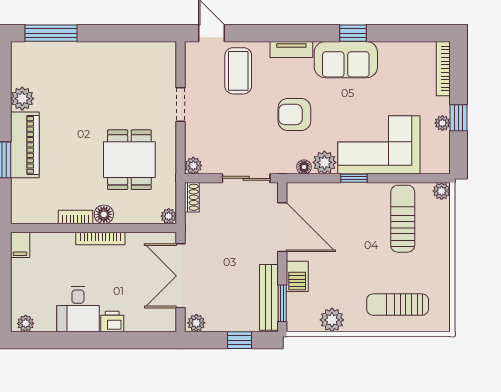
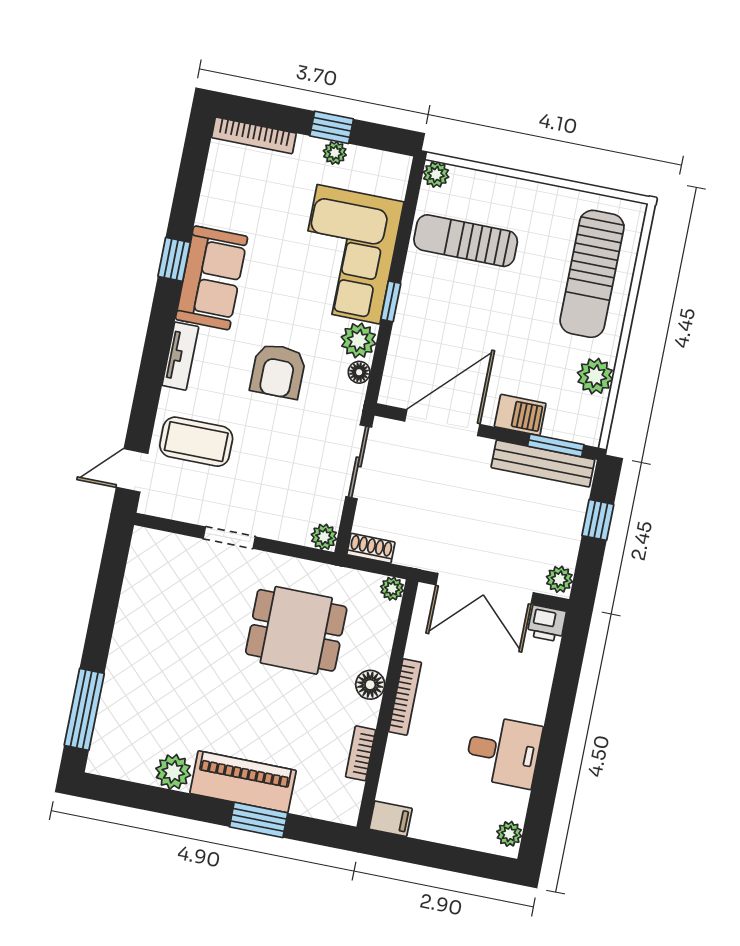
bookcase: (76, 217) -> (361, 753), moved
sun lounger: (398, 305) -> (592, 274), width x1.36, depth x1.34
printer: (112, 321) -> (547, 624), moved, turned -90

